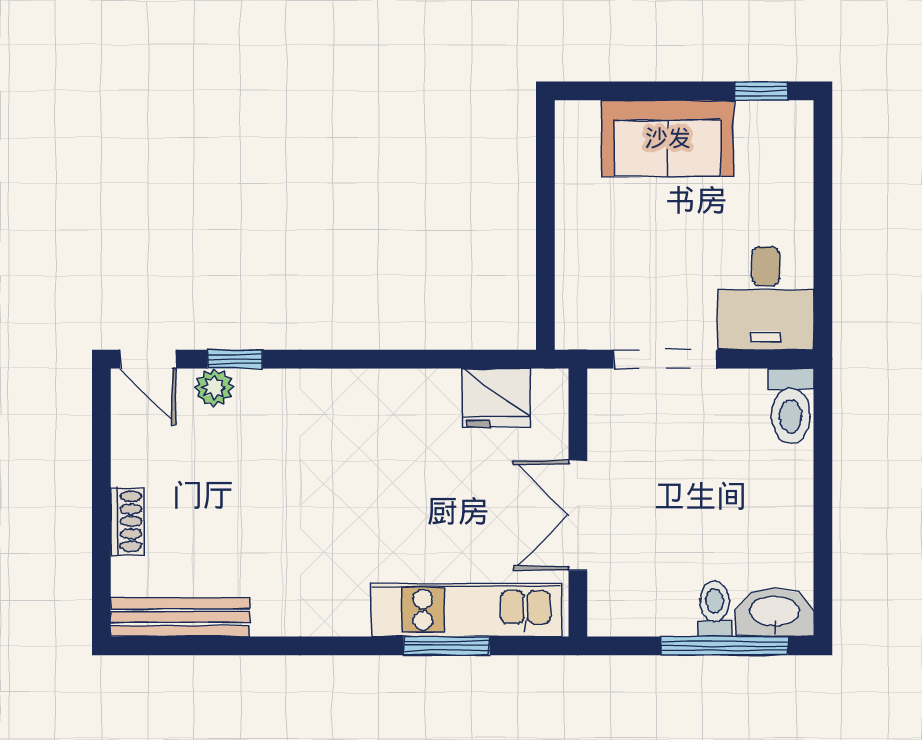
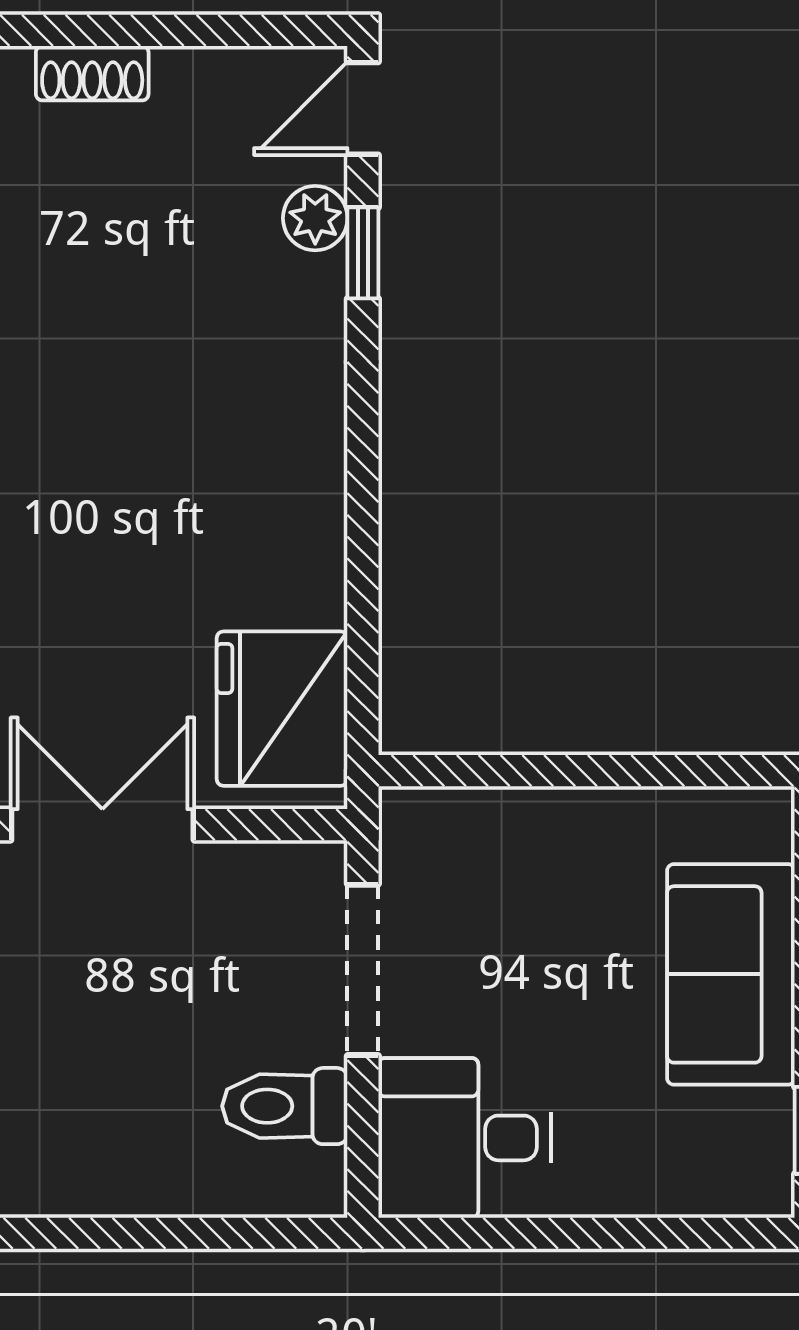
fridge: (496, 398) -> (282, 709), width x1.36, depth x1.34
toilet: (791, 406) -> (285, 1106), moved

